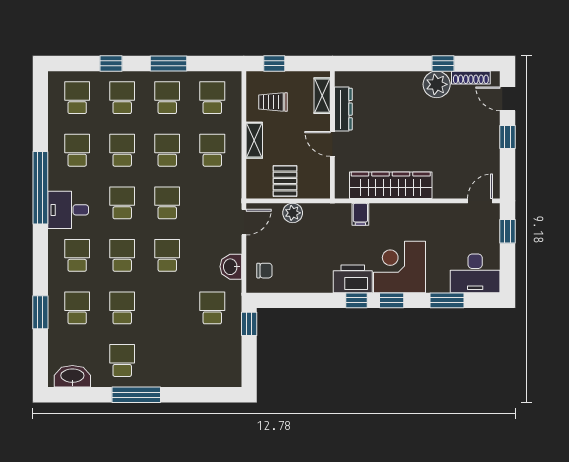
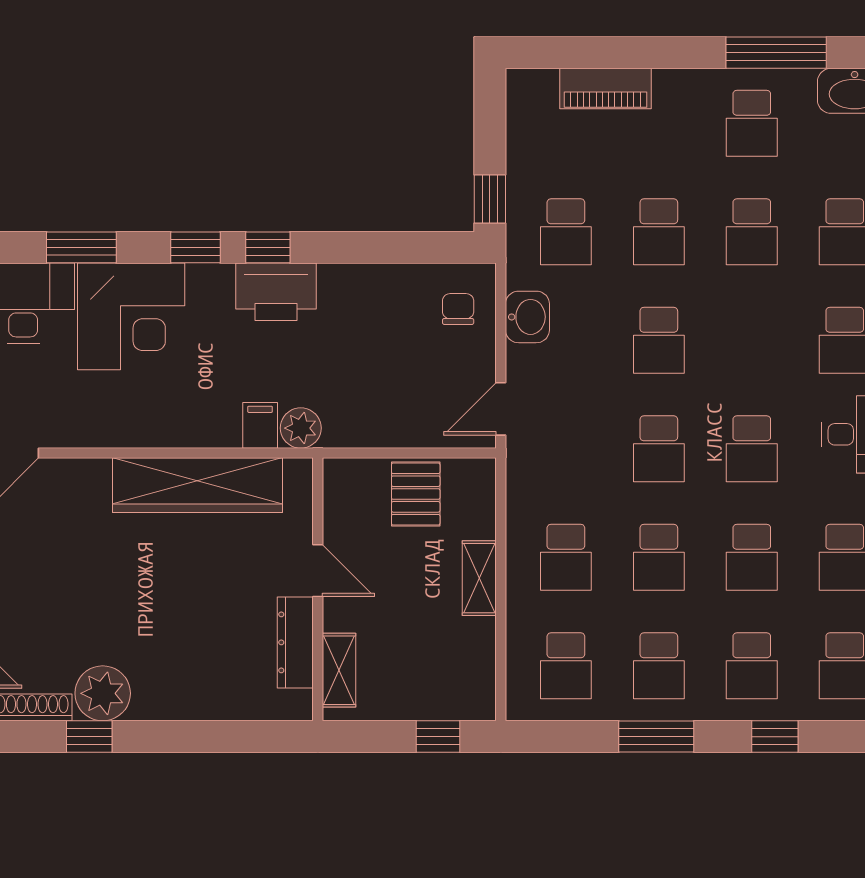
trolley: (273, 102) -> (441, 657), removed
plant: (293, 213) -> (301, 428), moved
school desk: (122, 255) -> (659, 232), moved
corner desk: (400, 267) -> (131, 316), moved
chair: (264, 271) -> (458, 309), turned 90
piano: (193, 377) -> (606, 89), added
window: (136, 395) -> (776, 53), moved

